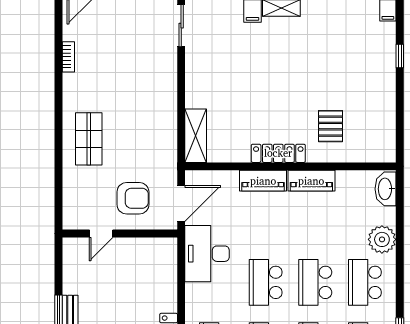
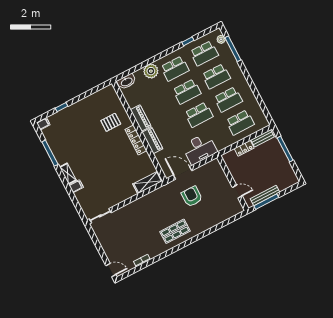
door: (101, 233) -> (237, 192), moved
wall: (120, 233) -> (233, 183), moved

